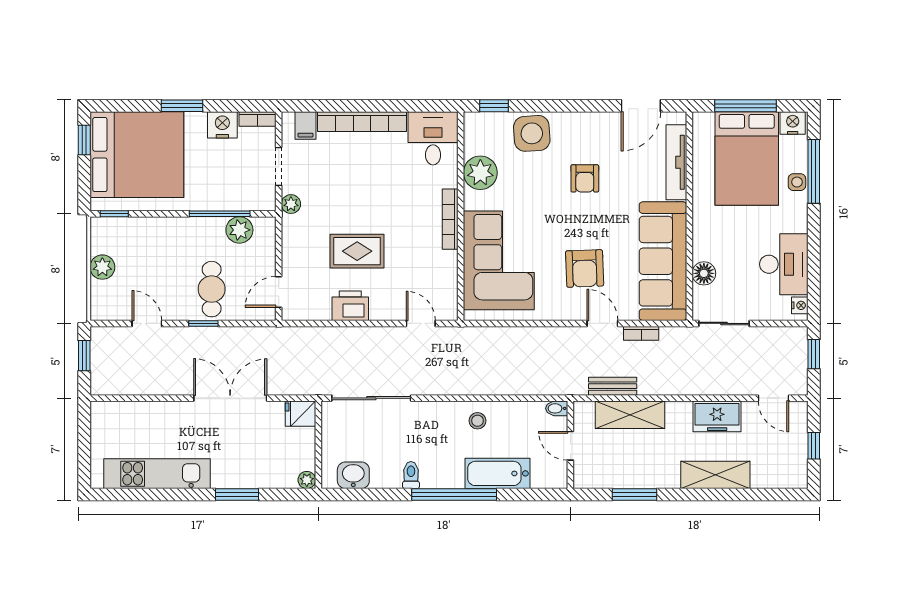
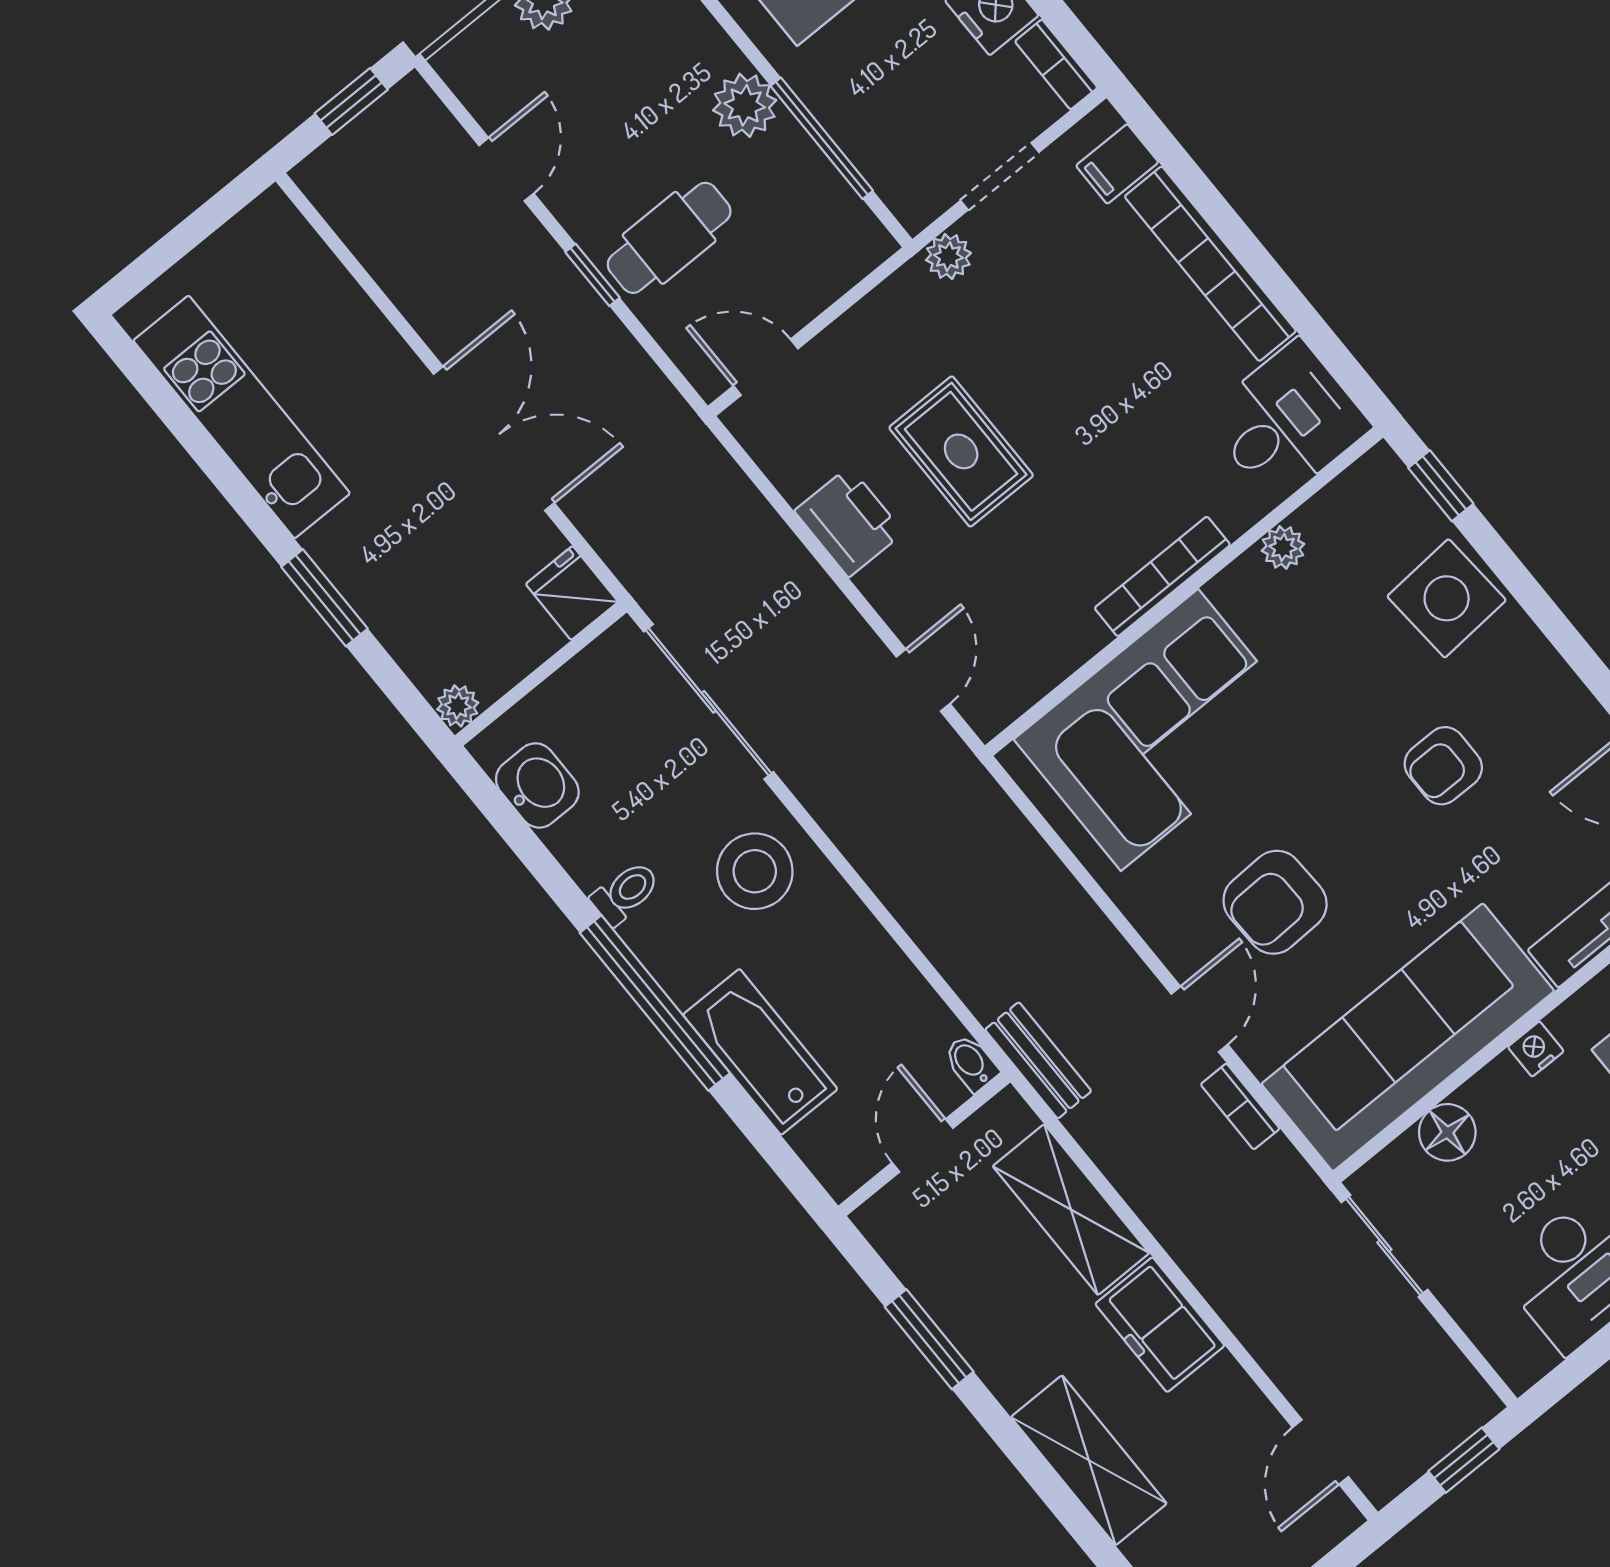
plant: (480, 173) -> (1283, 547), width x0.53, depth x0.53
plant: (239, 230) -> (745, 105), moved
nightstand: (800, 305) -> (1536, 1049), moved, turned 180
bench: (613, 386) -> (1038, 1060), moved
freezer: (717, 416) -> (1160, 1325), moved
stool: (478, 421) -> (755, 871), moved, width x1.89, depth x1.89

